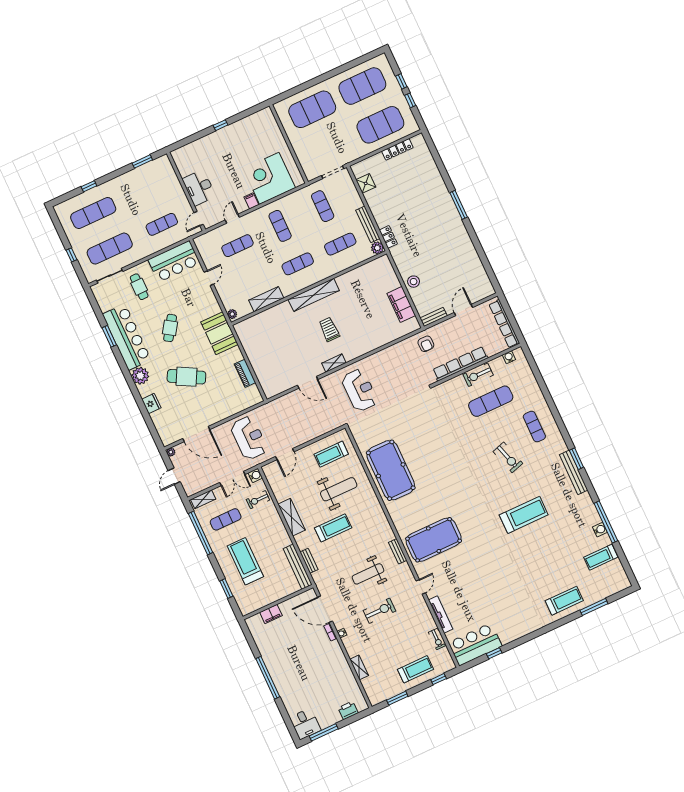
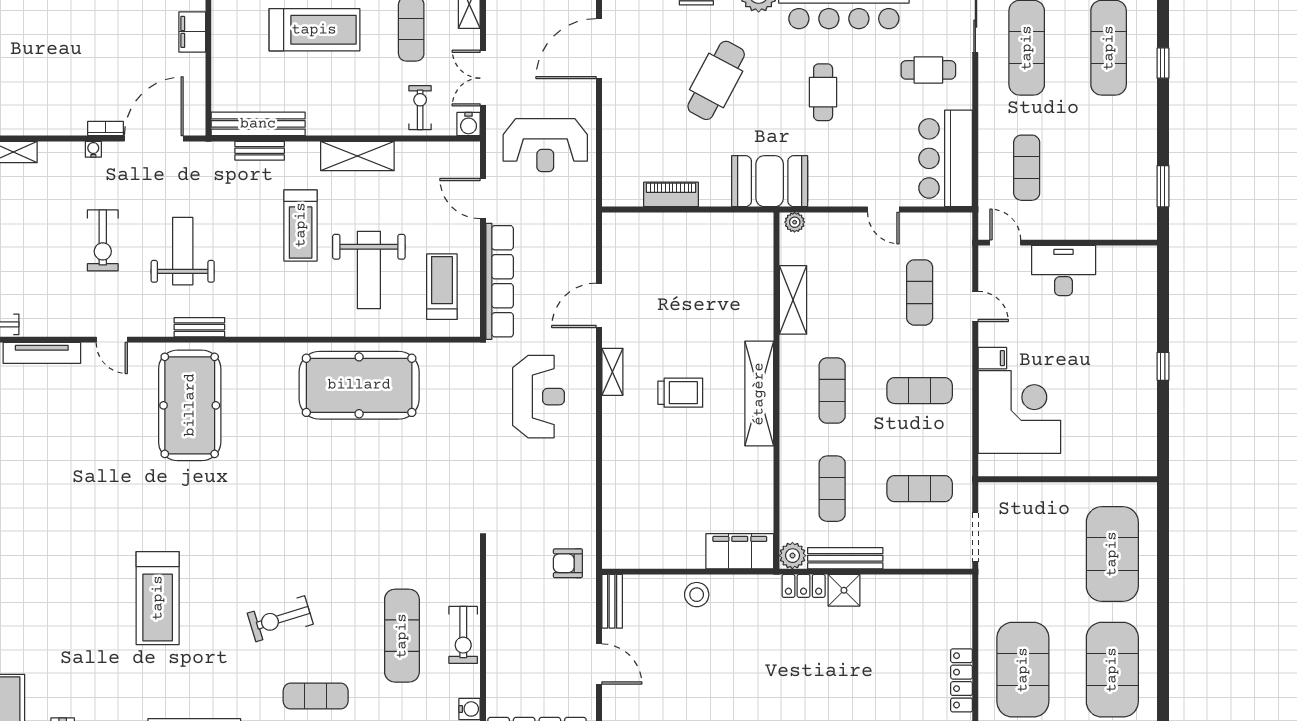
shower: (366, 183) -> (844, 590), moved
filing cabinet: (401, 304) -> (740, 551), moved
cafe table: (170, 328) -> (823, 92), turned 56
row of seats: (460, 364) -> (500, 281), moved
exercise bike: (478, 375) -> (463, 635), turned 180
reception desk: (359, 390) -> (539, 397), turned -90

